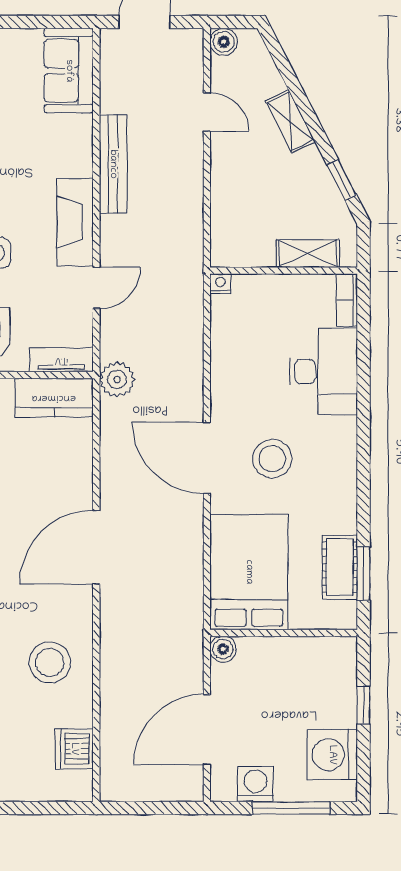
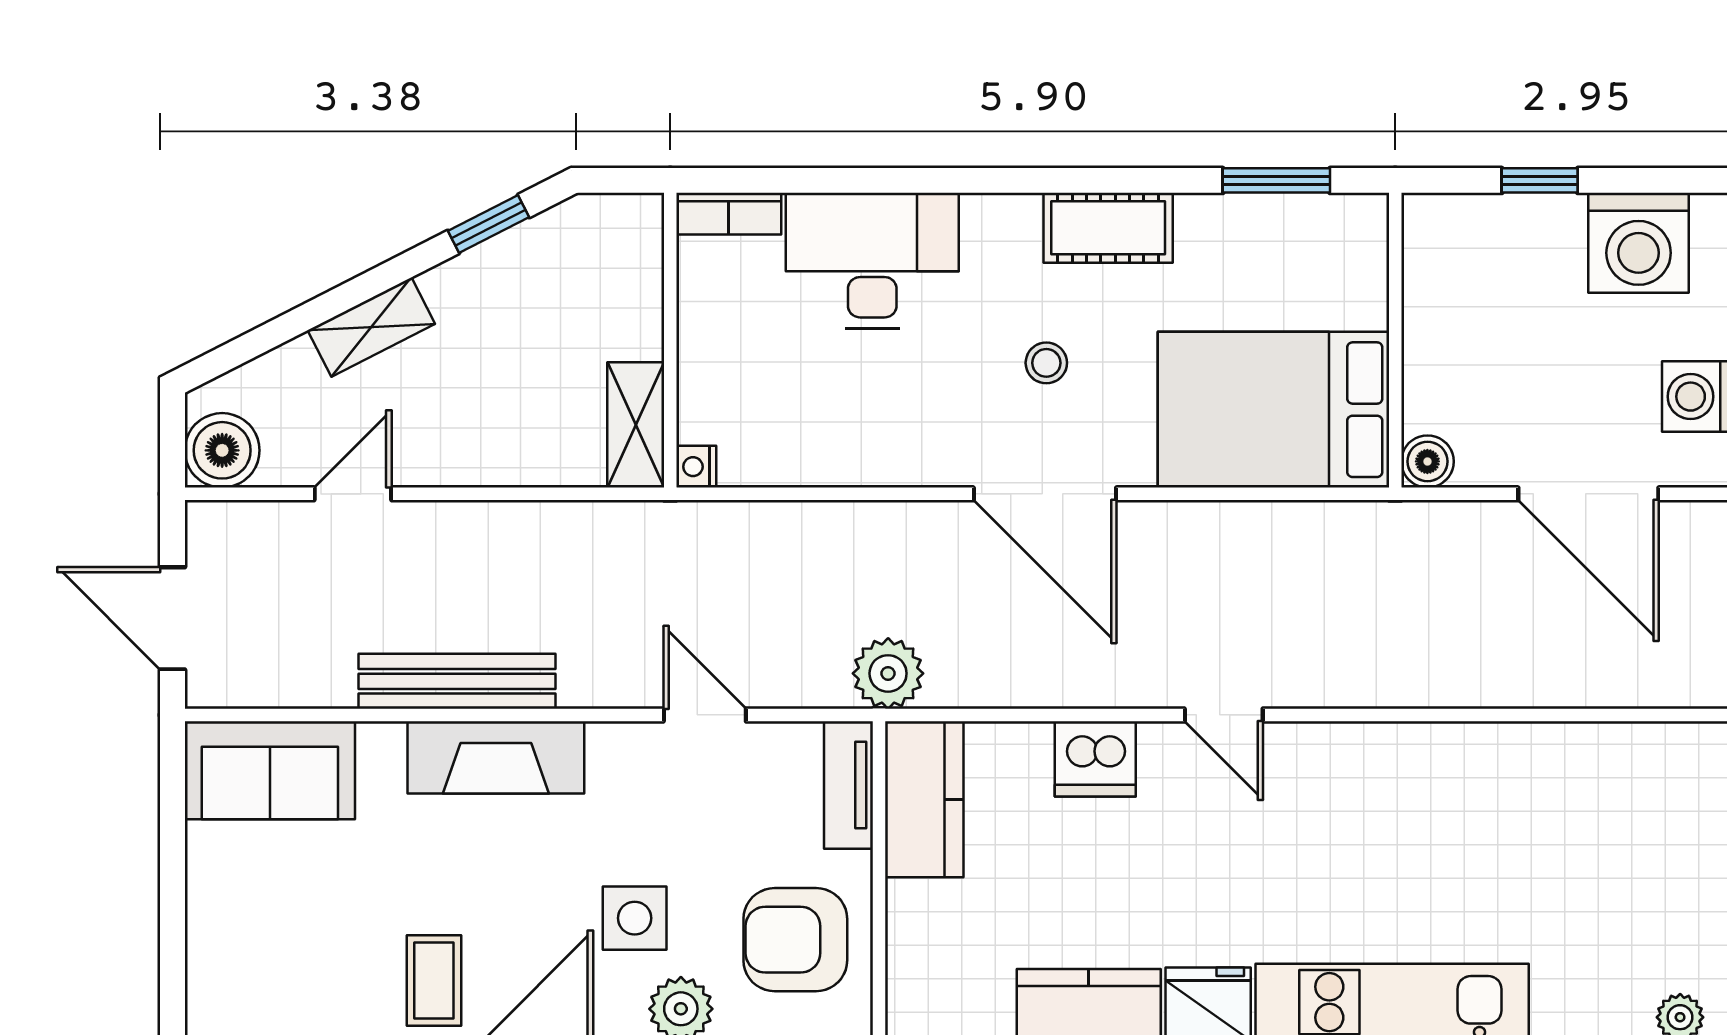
boiler: (224, 42) -> (222, 450), width x1.36, depth x1.36
fireplace: (75, 222) -> (496, 757), moved
shelving: (308, 253) -> (636, 425), moved
door: (207, 458) -> (1045, 494), hinge flipped
stool: (272, 459) -> (1046, 363), width x0.53, depth x0.53
door: (96, 547) -> (1224, 715), width x0.53
cot: (340, 567) -> (1108, 228), moved
stool: (50, 662) -> (1454, 808), removed
dishwasher: (74, 749) -> (1095, 759), moved

